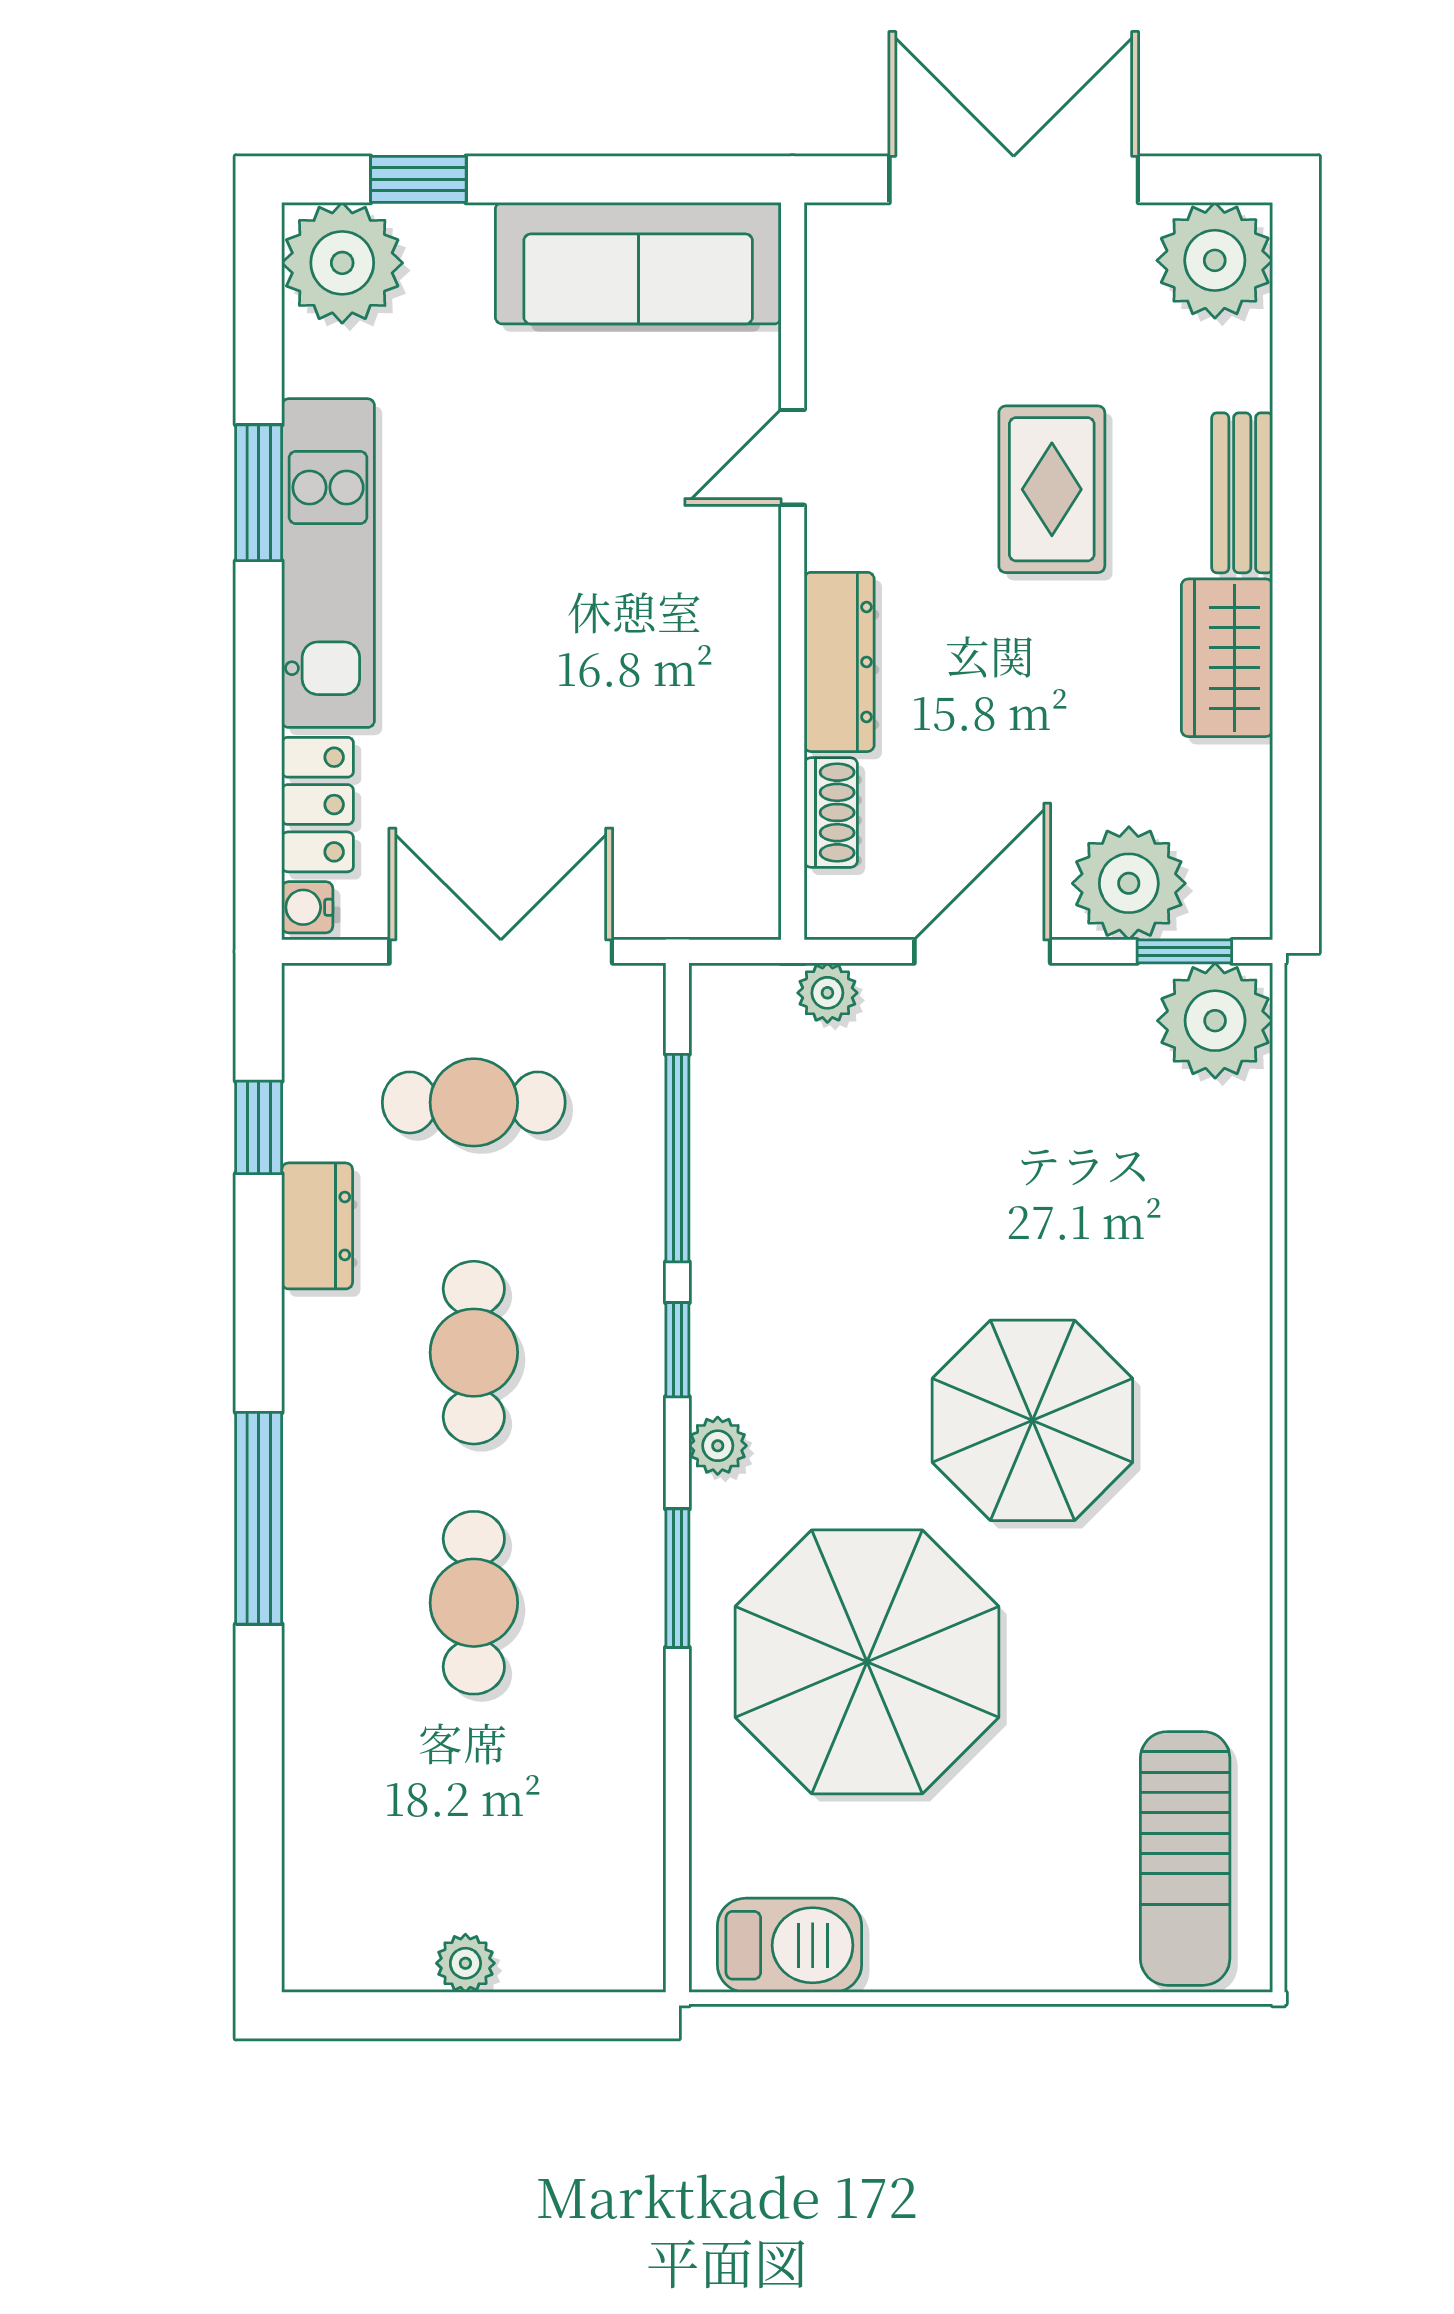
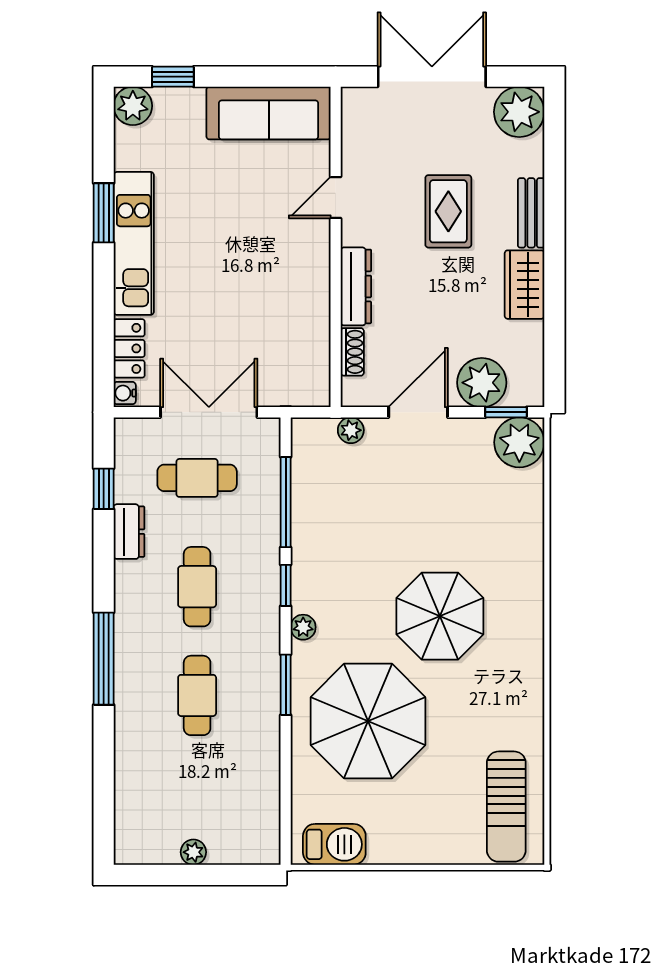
plant: (342, 263) -> (133, 106), width x0.73, depth x0.73

